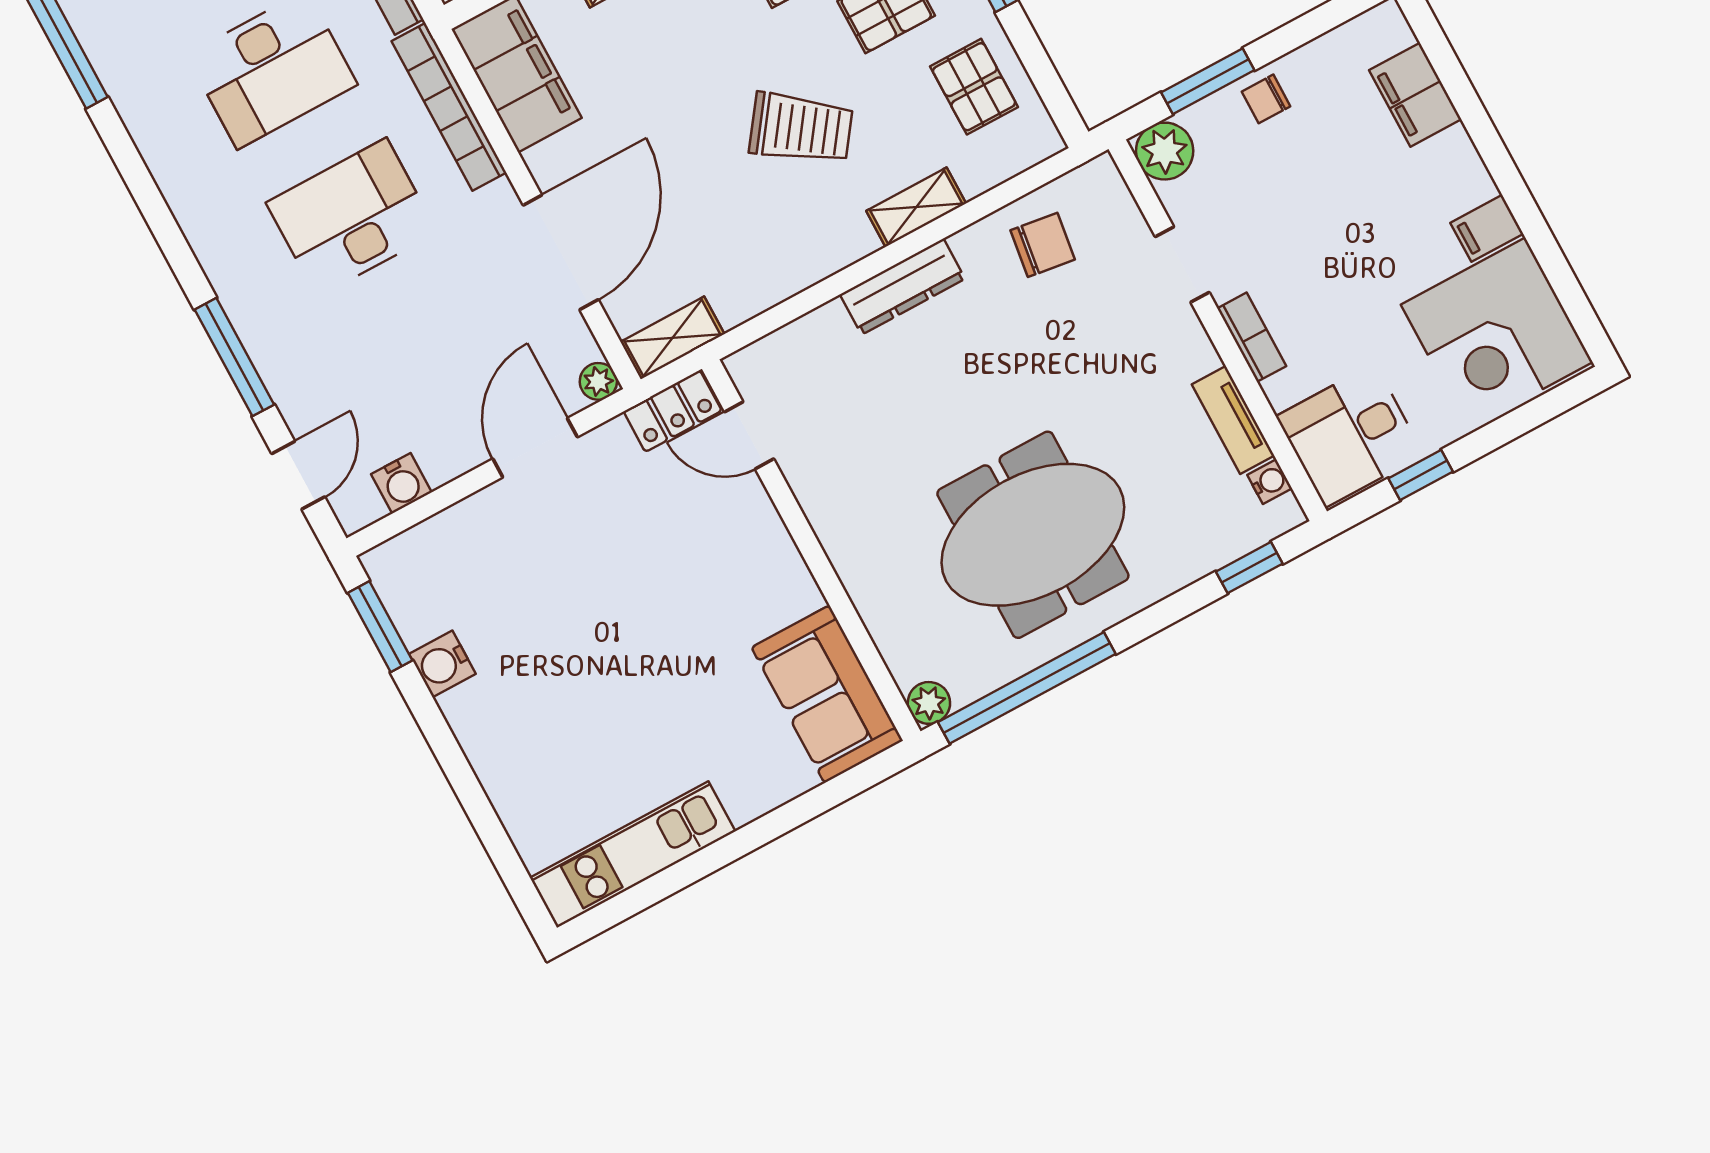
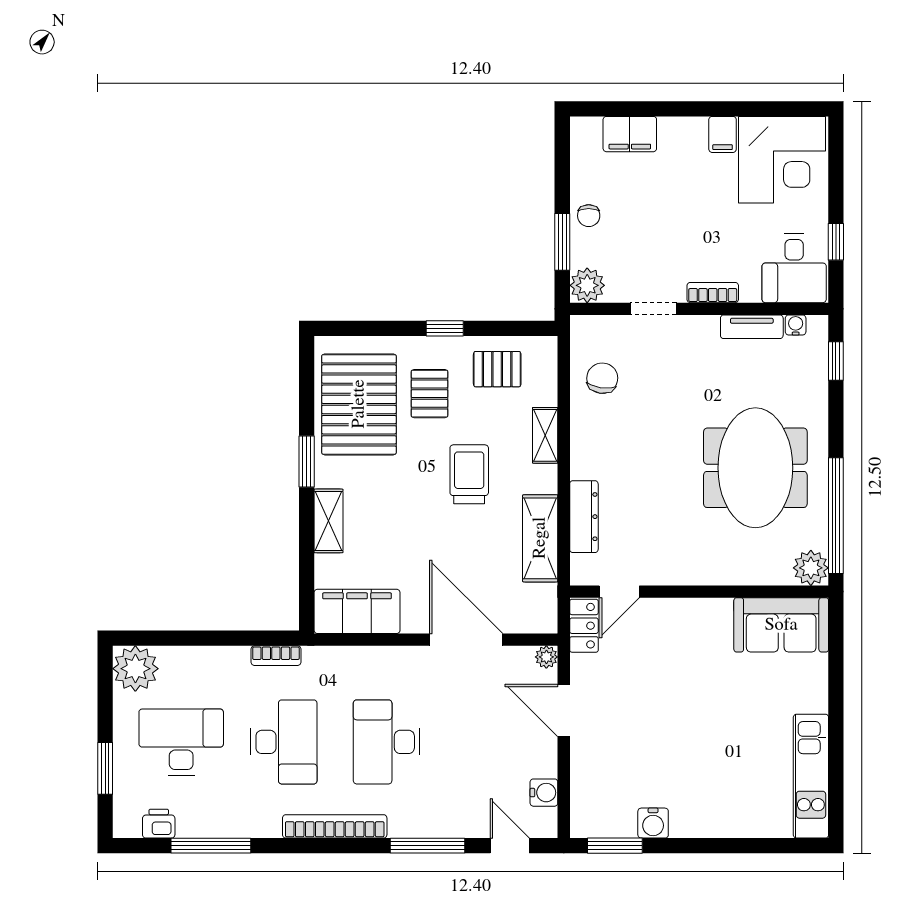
bookcase: (449, 107) -> (335, 826), moved, turned 180
trolley: (801, 128) -> (469, 474), turned -36
dresser: (902, 287) -> (584, 517), moved
shelving: (672, 338) -> (540, 538), moved, width x1.50, depth x1.33
plant: (929, 703) -> (811, 568), width x1.38, depth x1.38

